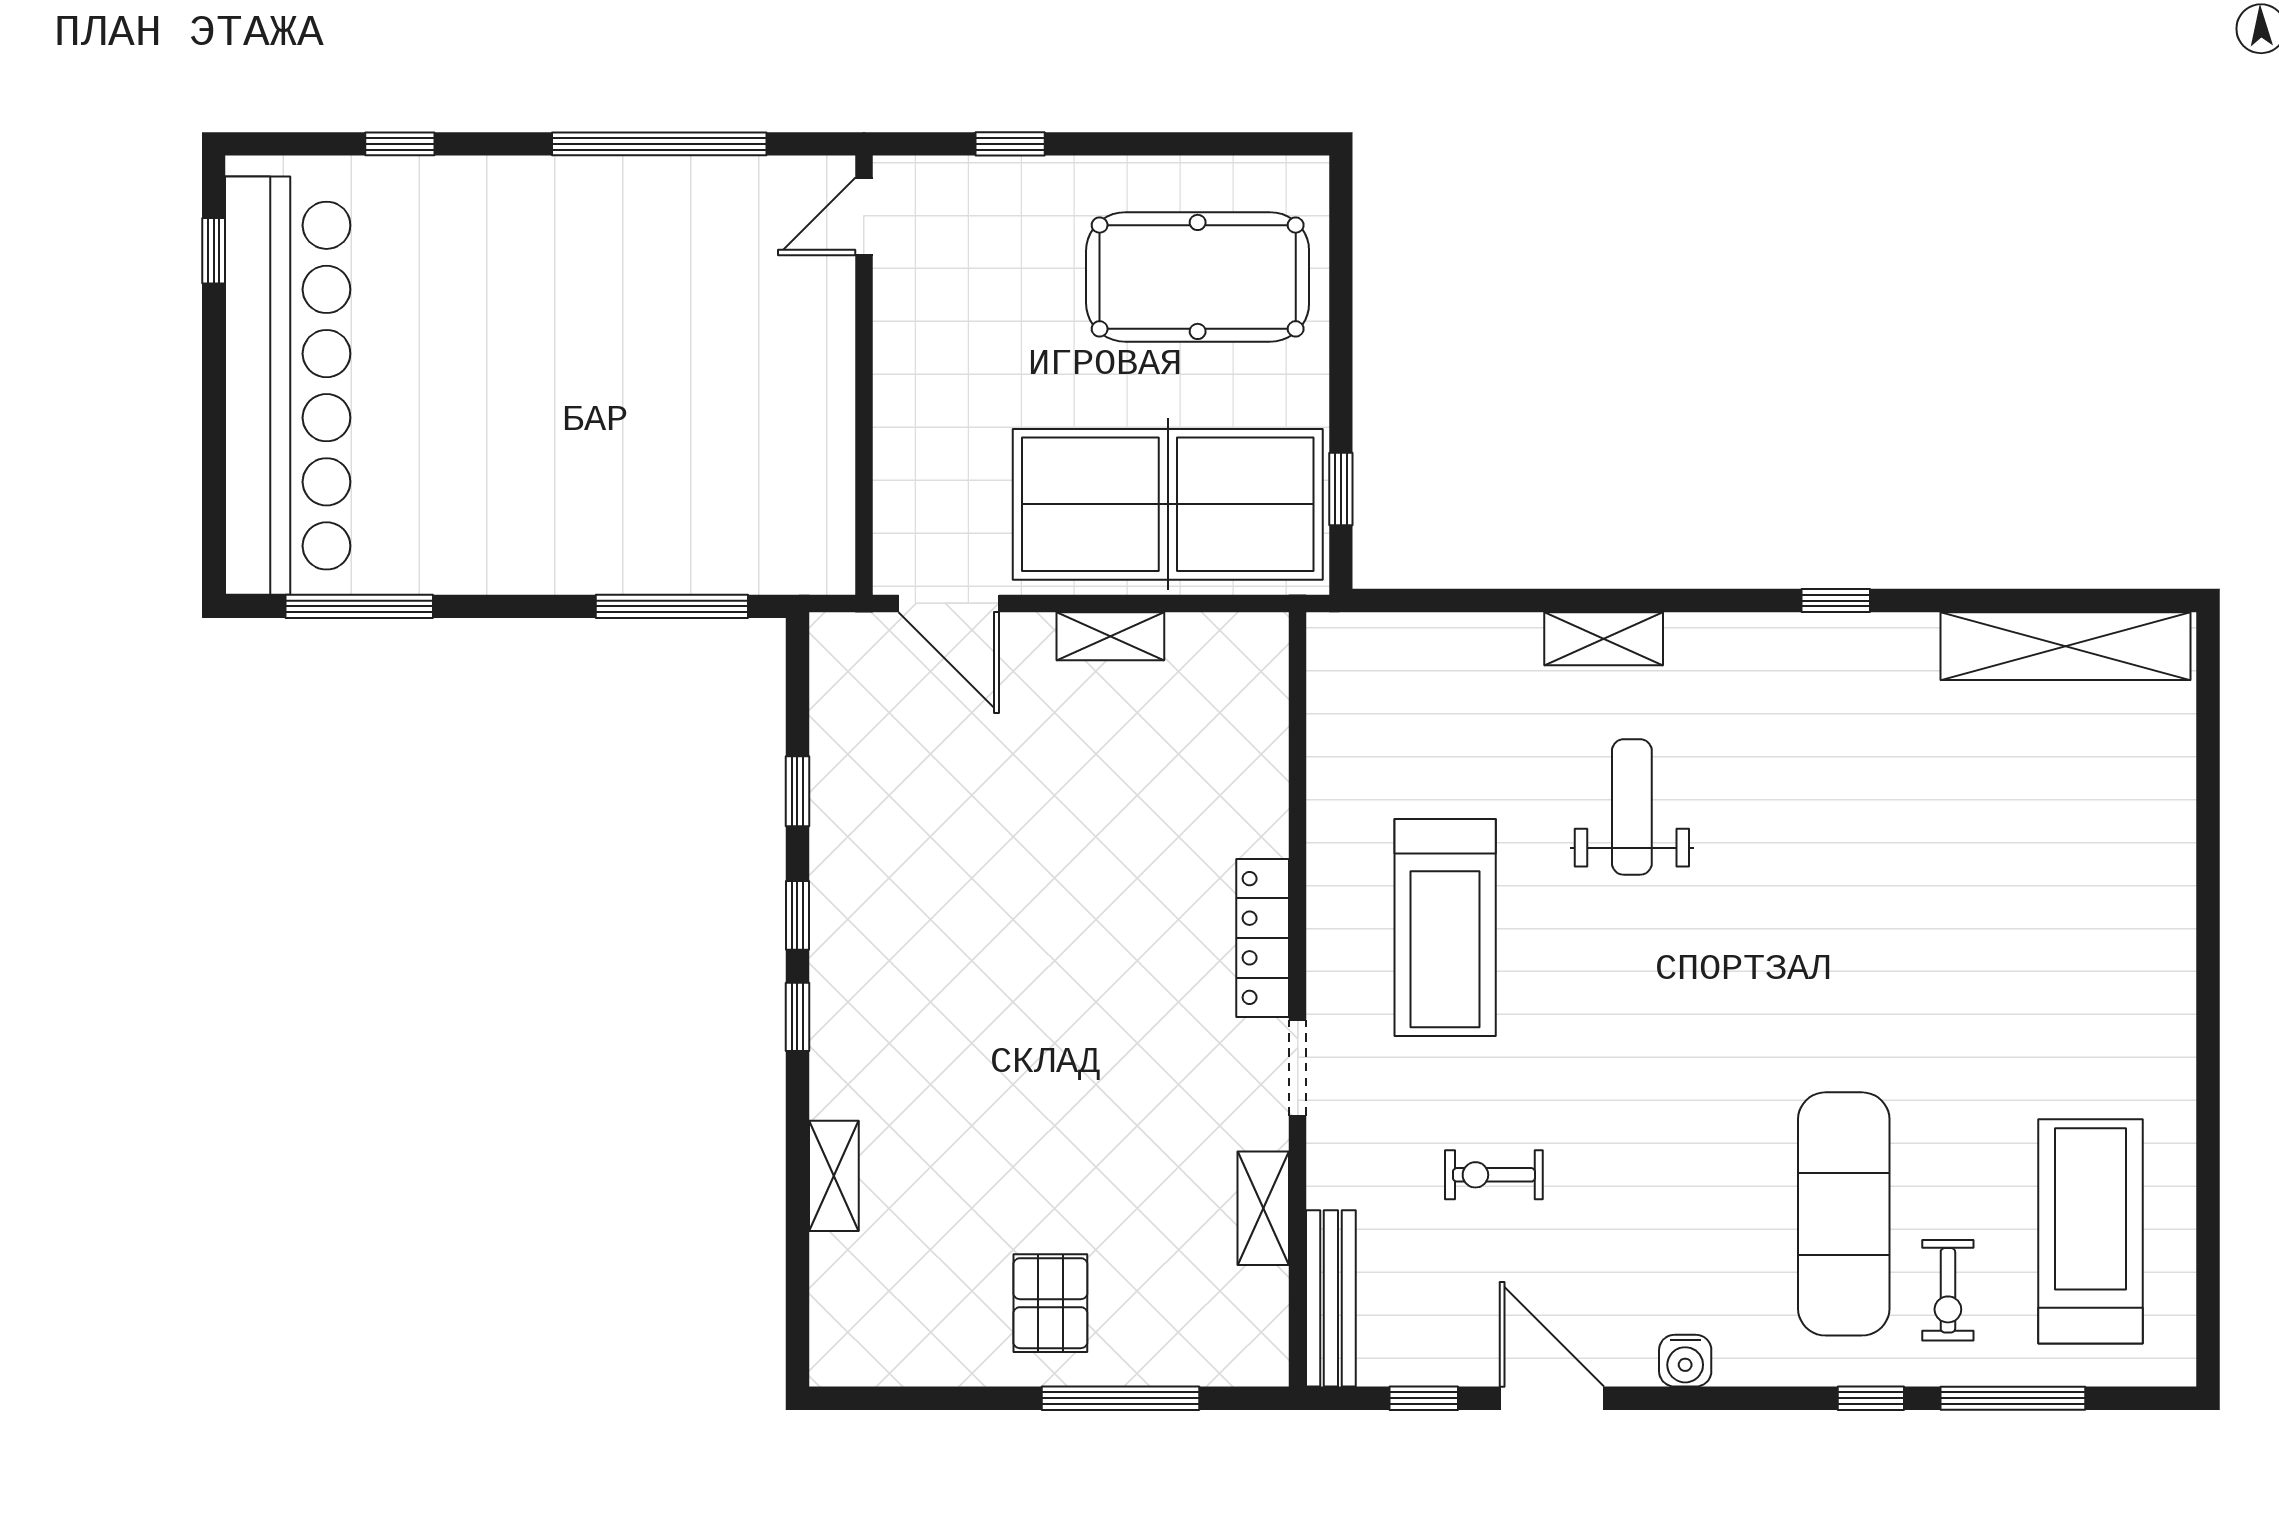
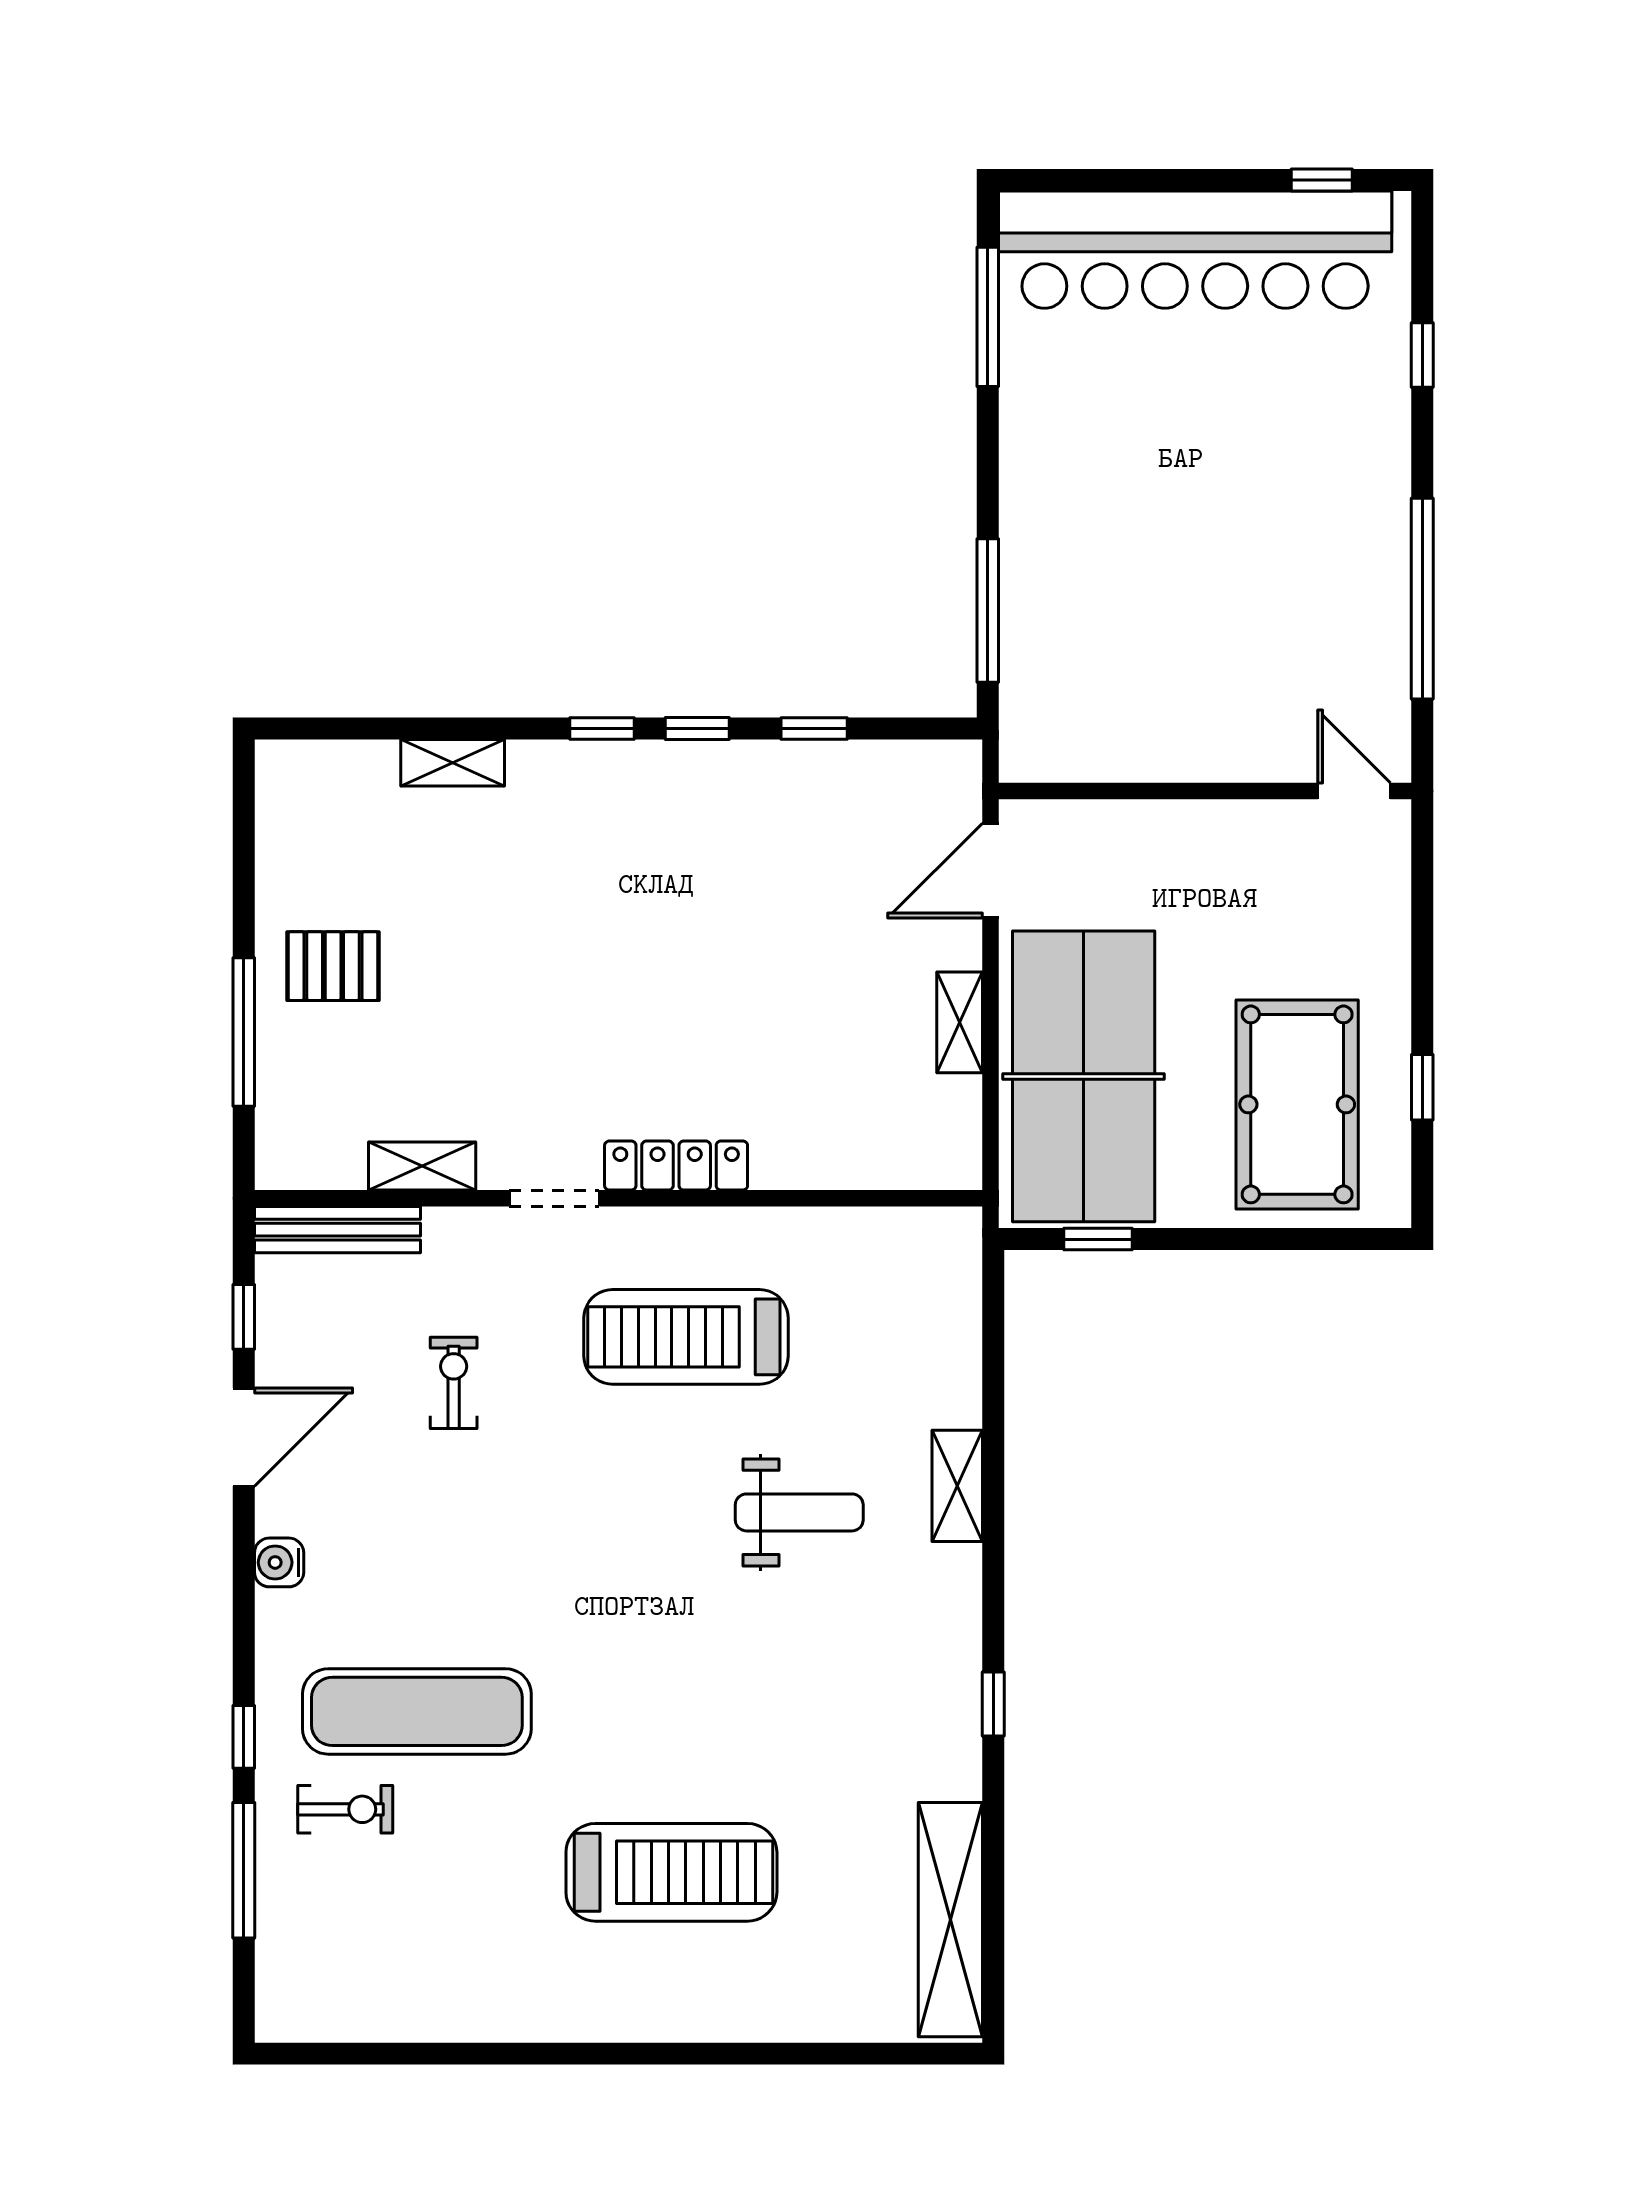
window: (1010, 144) -> (1422, 1087), moved
treadmill: (2091, 1231) -> (671, 1872), moved
exercise bike: (1948, 1290) -> (345, 1809), turned 180

